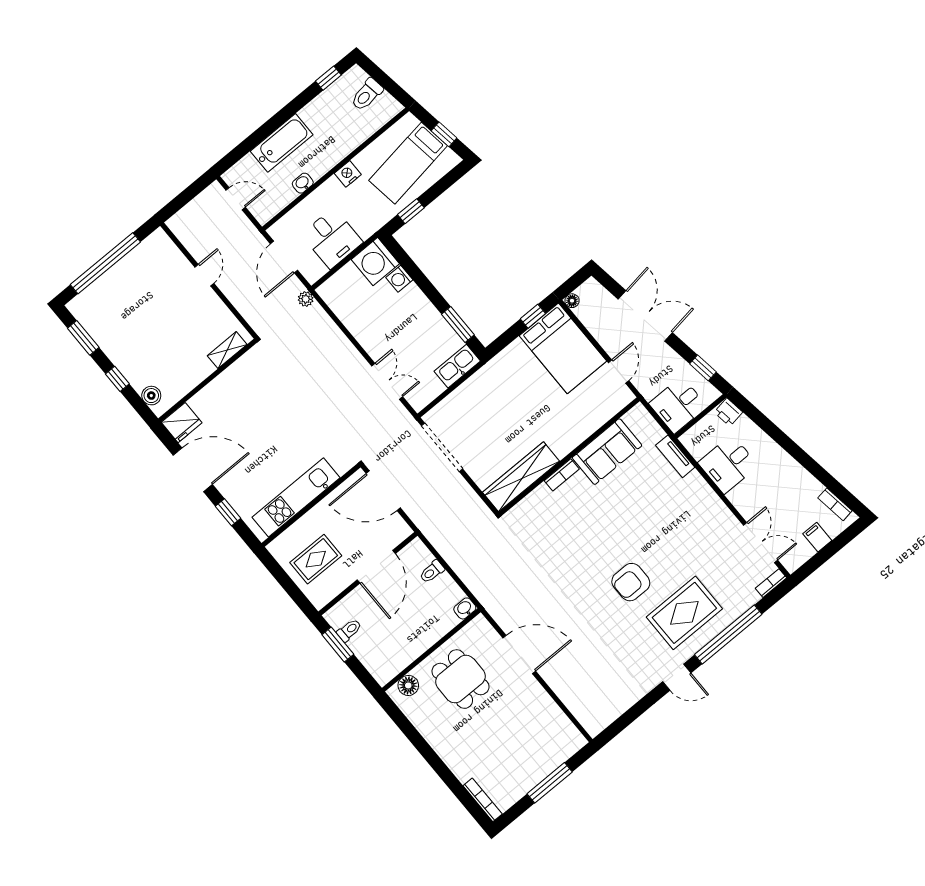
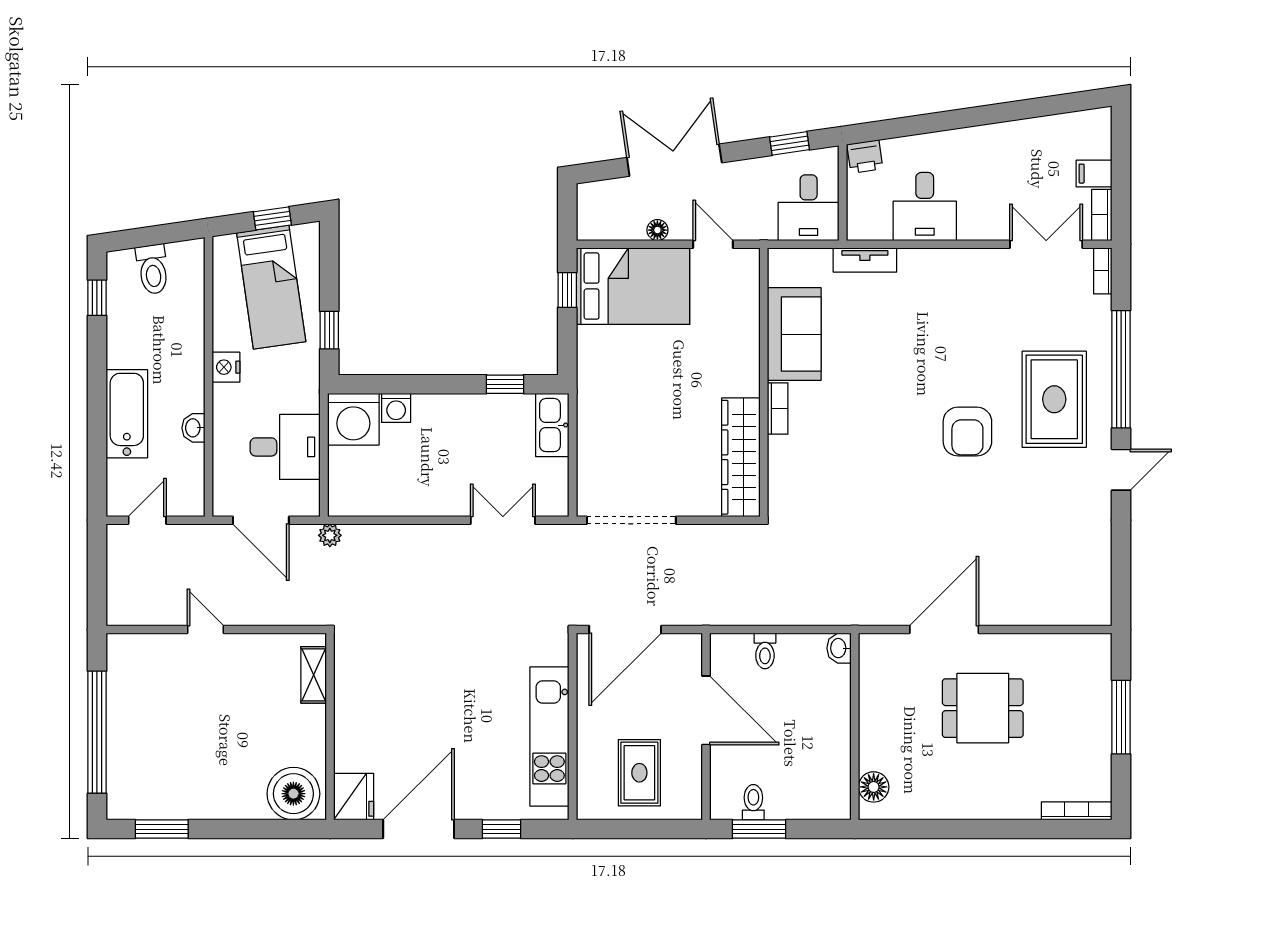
floor lamp: (572, 301) -> (657, 230), moved
window: (458, 324) -> (505, 384), width x0.67
window: (117, 379) -> (242, 829), removed
boiler: (151, 396) -> (293, 794), width x1.86, depth x1.86
bookcase: (835, 504) -> (1102, 215), moved, turned 98
dining table: (460, 679) -> (983, 708), moved

